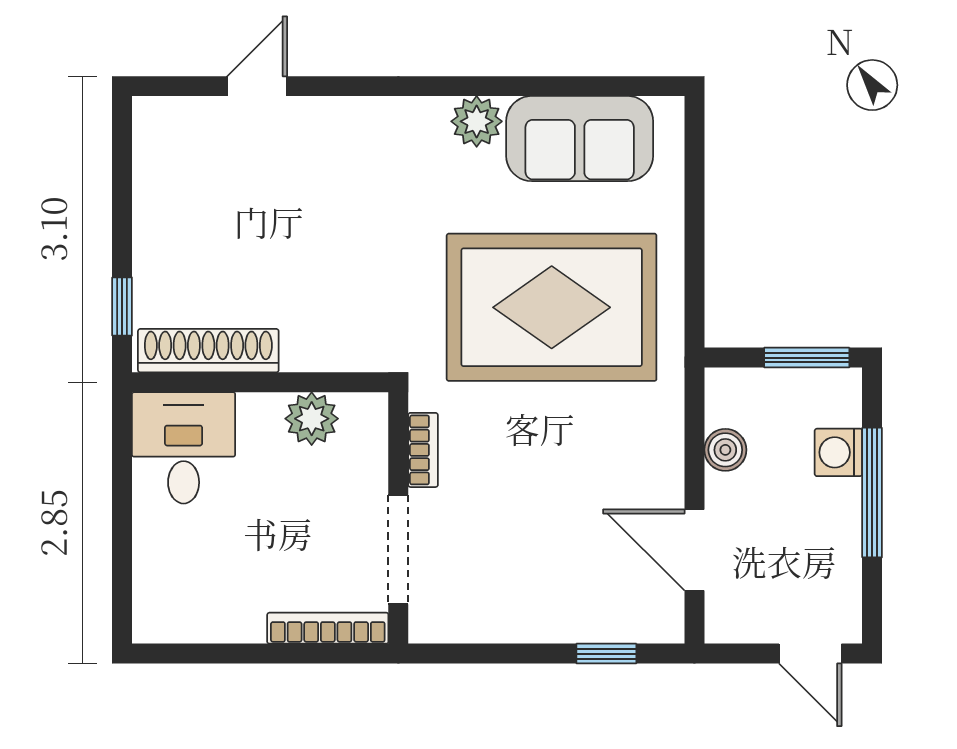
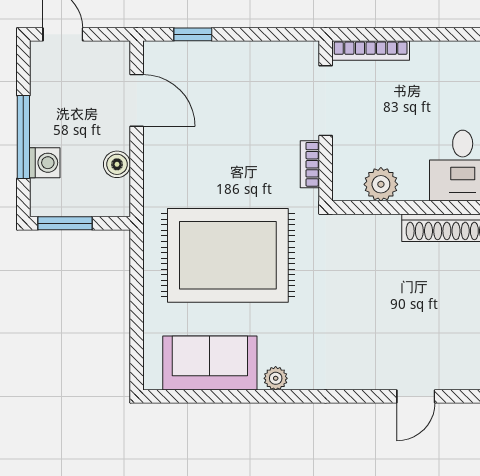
plant: (477, 121) -> (276, 378), width x0.73, depth x0.73

